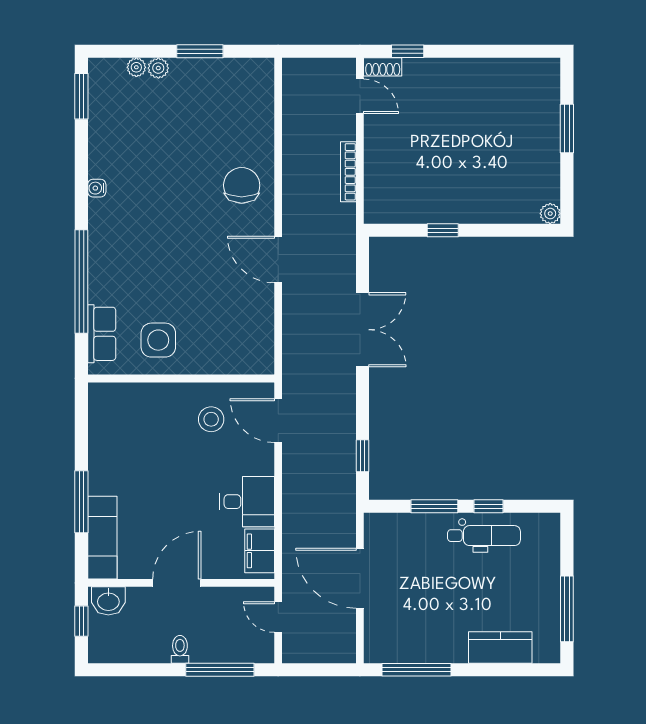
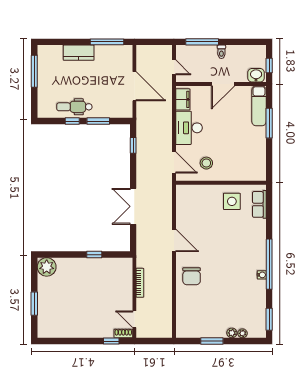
plant: (550, 214) -> (47, 267), width x1.87, depth x1.87
window: (81, 282) -> (269, 264), moved
desk: (247, 502) -> (189, 128), width x1.37
kitchen counter: (500, 647) -> (79, 53), moved

